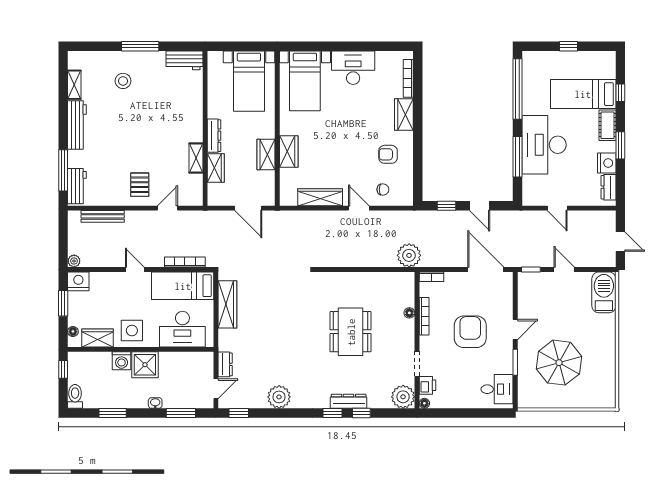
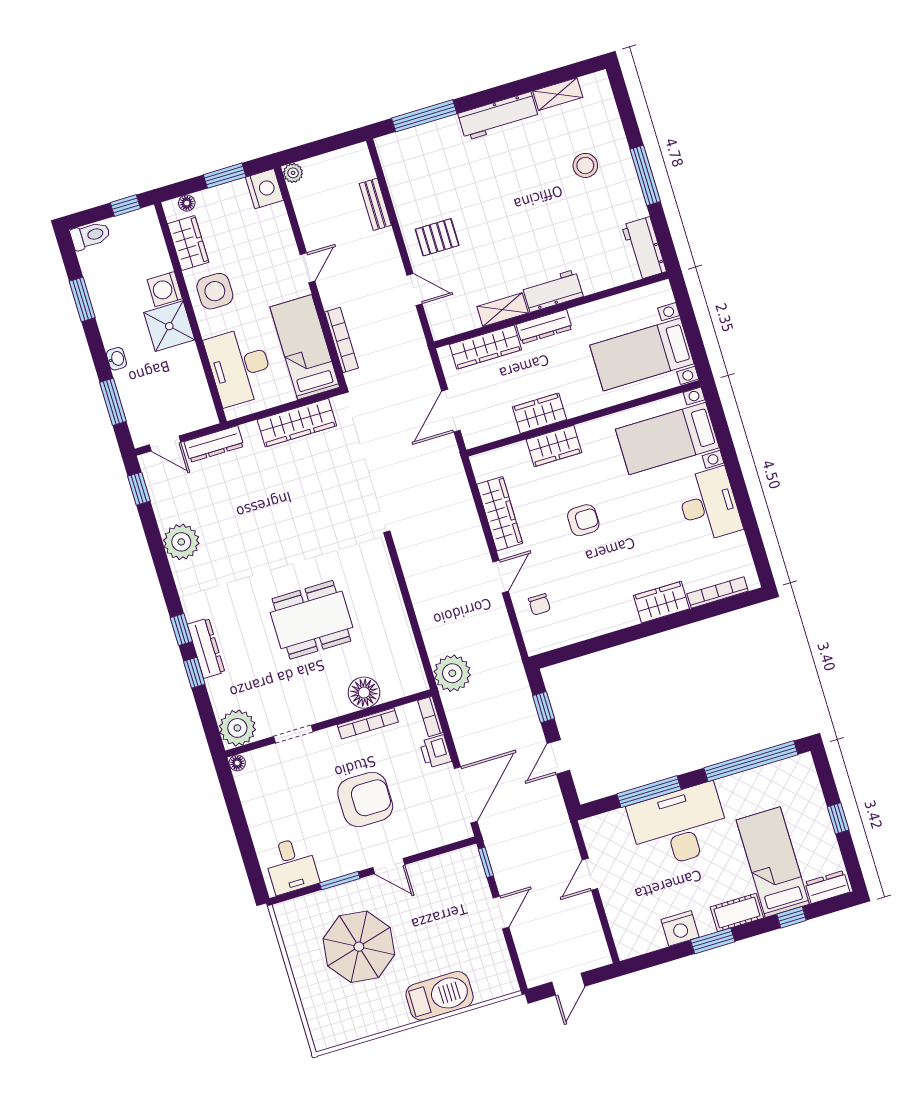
armchair: (388, 154) -> (583, 520), moved, turned 90
wardrobe: (216, 168) -> (486, 347), width x1.50
workbench: (77, 186) -> (553, 291), moved, turned 180
dresser: (608, 187) -> (827, 887), moved
bench: (103, 216) -> (375, 204), width x0.73
barbecue: (604, 292) -> (440, 996), moved
floor lamp: (409, 313) -> (364, 693), width x1.89, depth x1.89
dresser: (225, 364) -> (214, 444), width x1.44
printer: (427, 385) -> (436, 751), moved, turned 90

